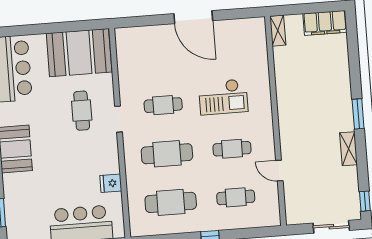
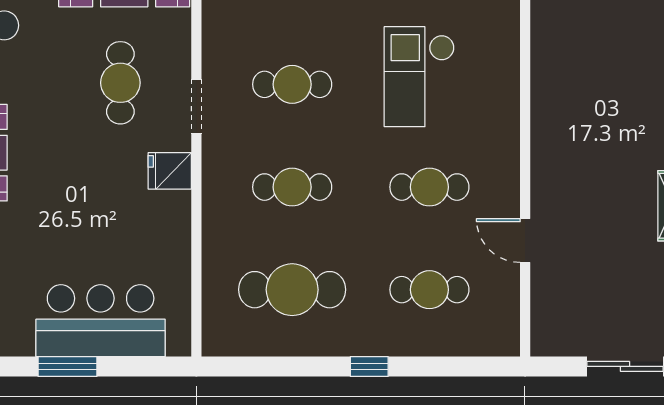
checkout: (223, 97) -> (419, 77), turned 90
cafe table: (167, 154) -> (292, 187), width x0.73, depth x0.74
fridge: (111, 183) -> (170, 171), moved

